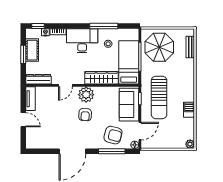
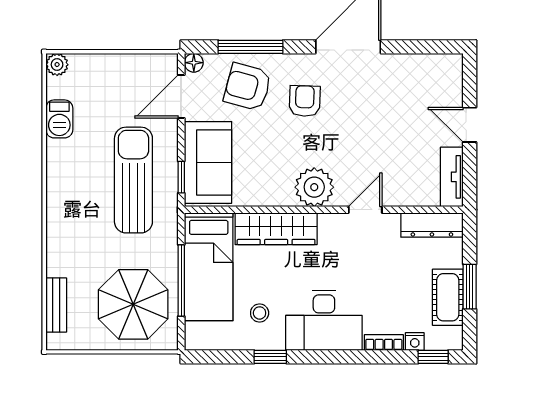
window: (104, 26) -> (270, 357), width x0.46
barbecue: (189, 110) -> (59, 119), moved
armchair: (85, 115) -> (305, 101), moved

